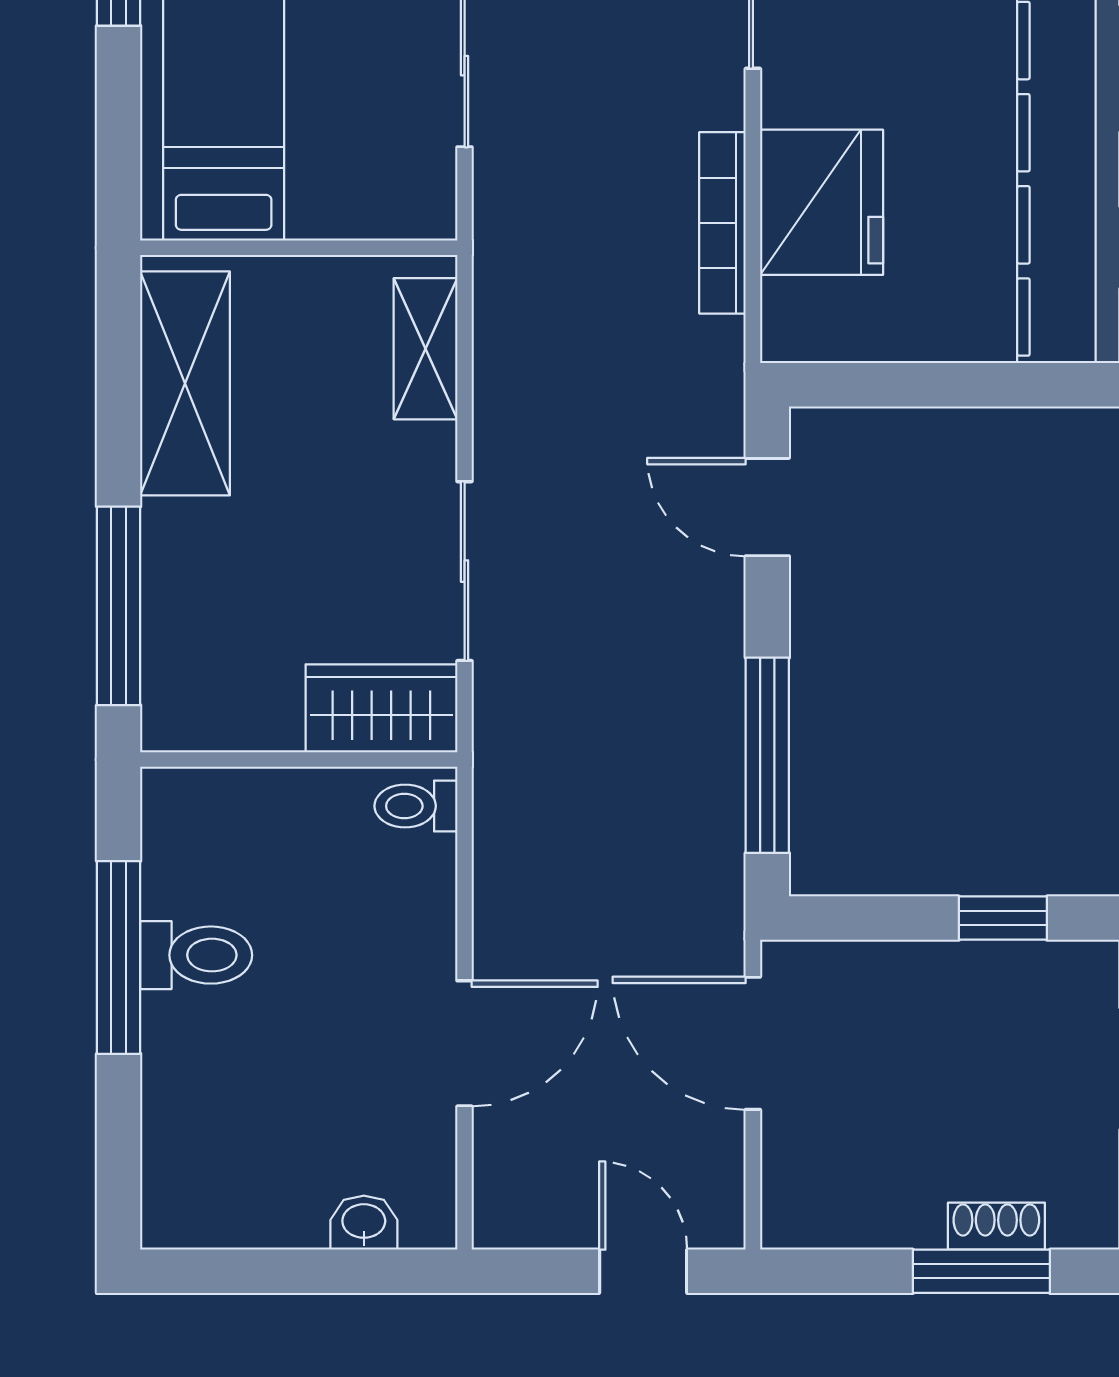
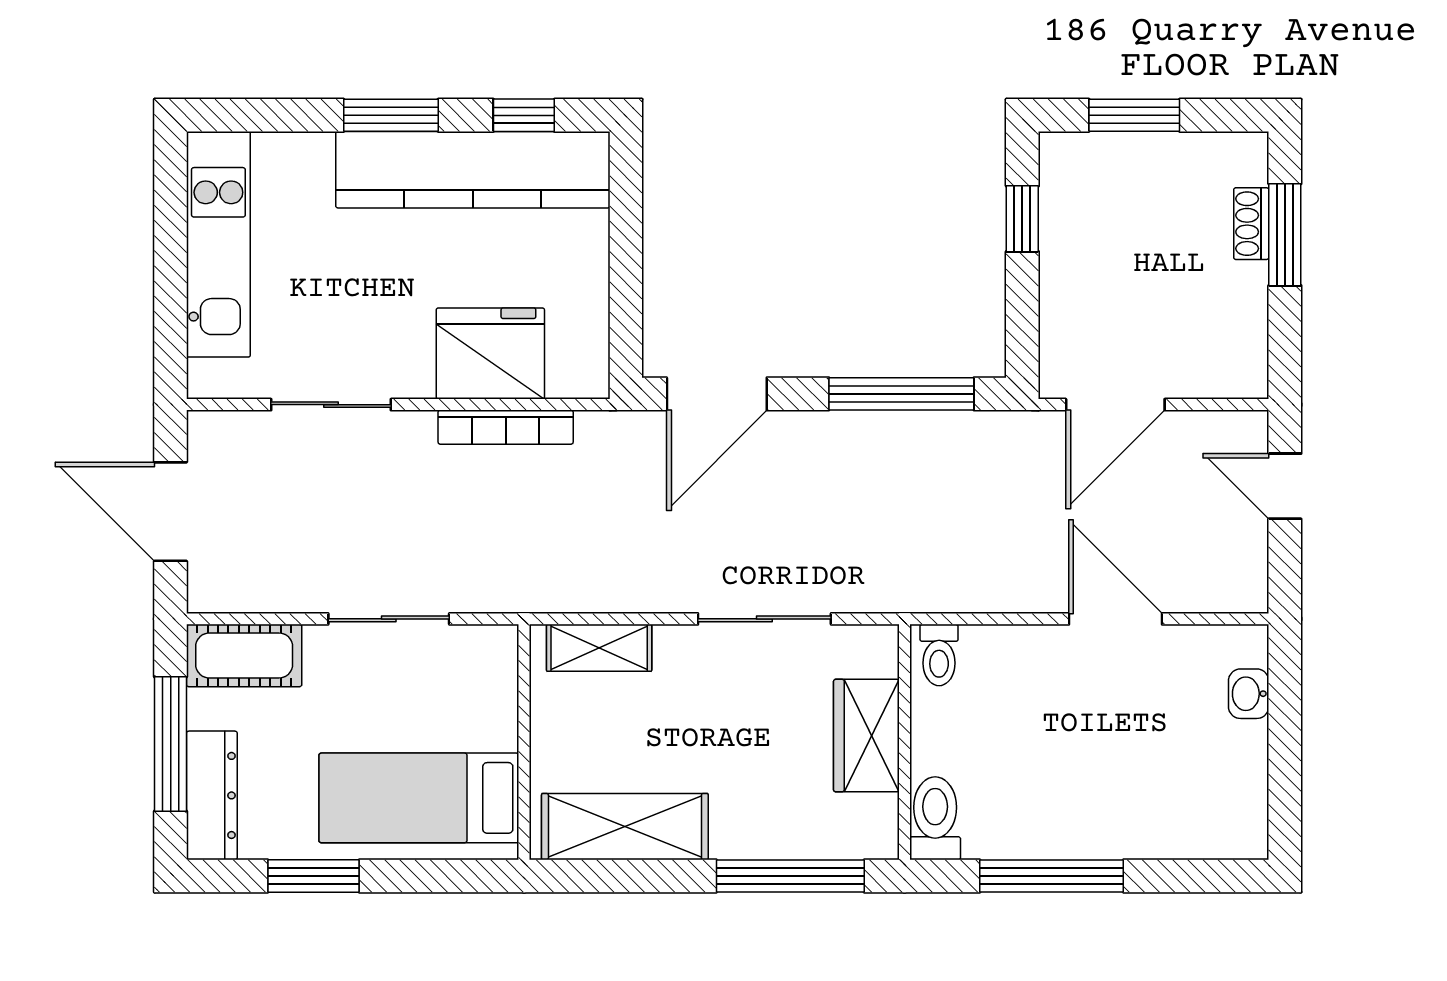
door: (767, 507) -> (717, 394), width x1.38
wardrobe: (381, 708) -> (866, 736), moved
toilet: (196, 955) -> (935, 818), moved
door: (643, 1271) -> (1285, 486), hinge flipped

